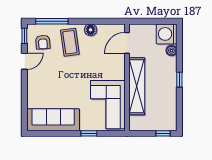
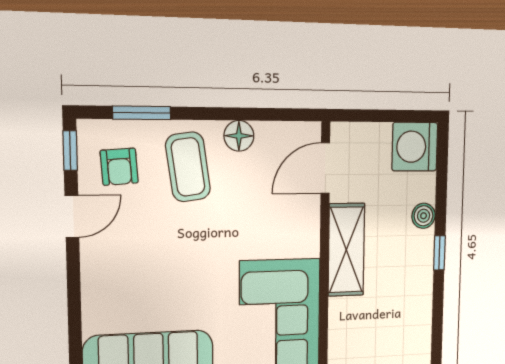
window: (52, 21) -> (142, 113), width x0.69
boiler: (171, 51) -> (424, 216), moved
shelving: (137, 86) -> (346, 250), width x0.68

